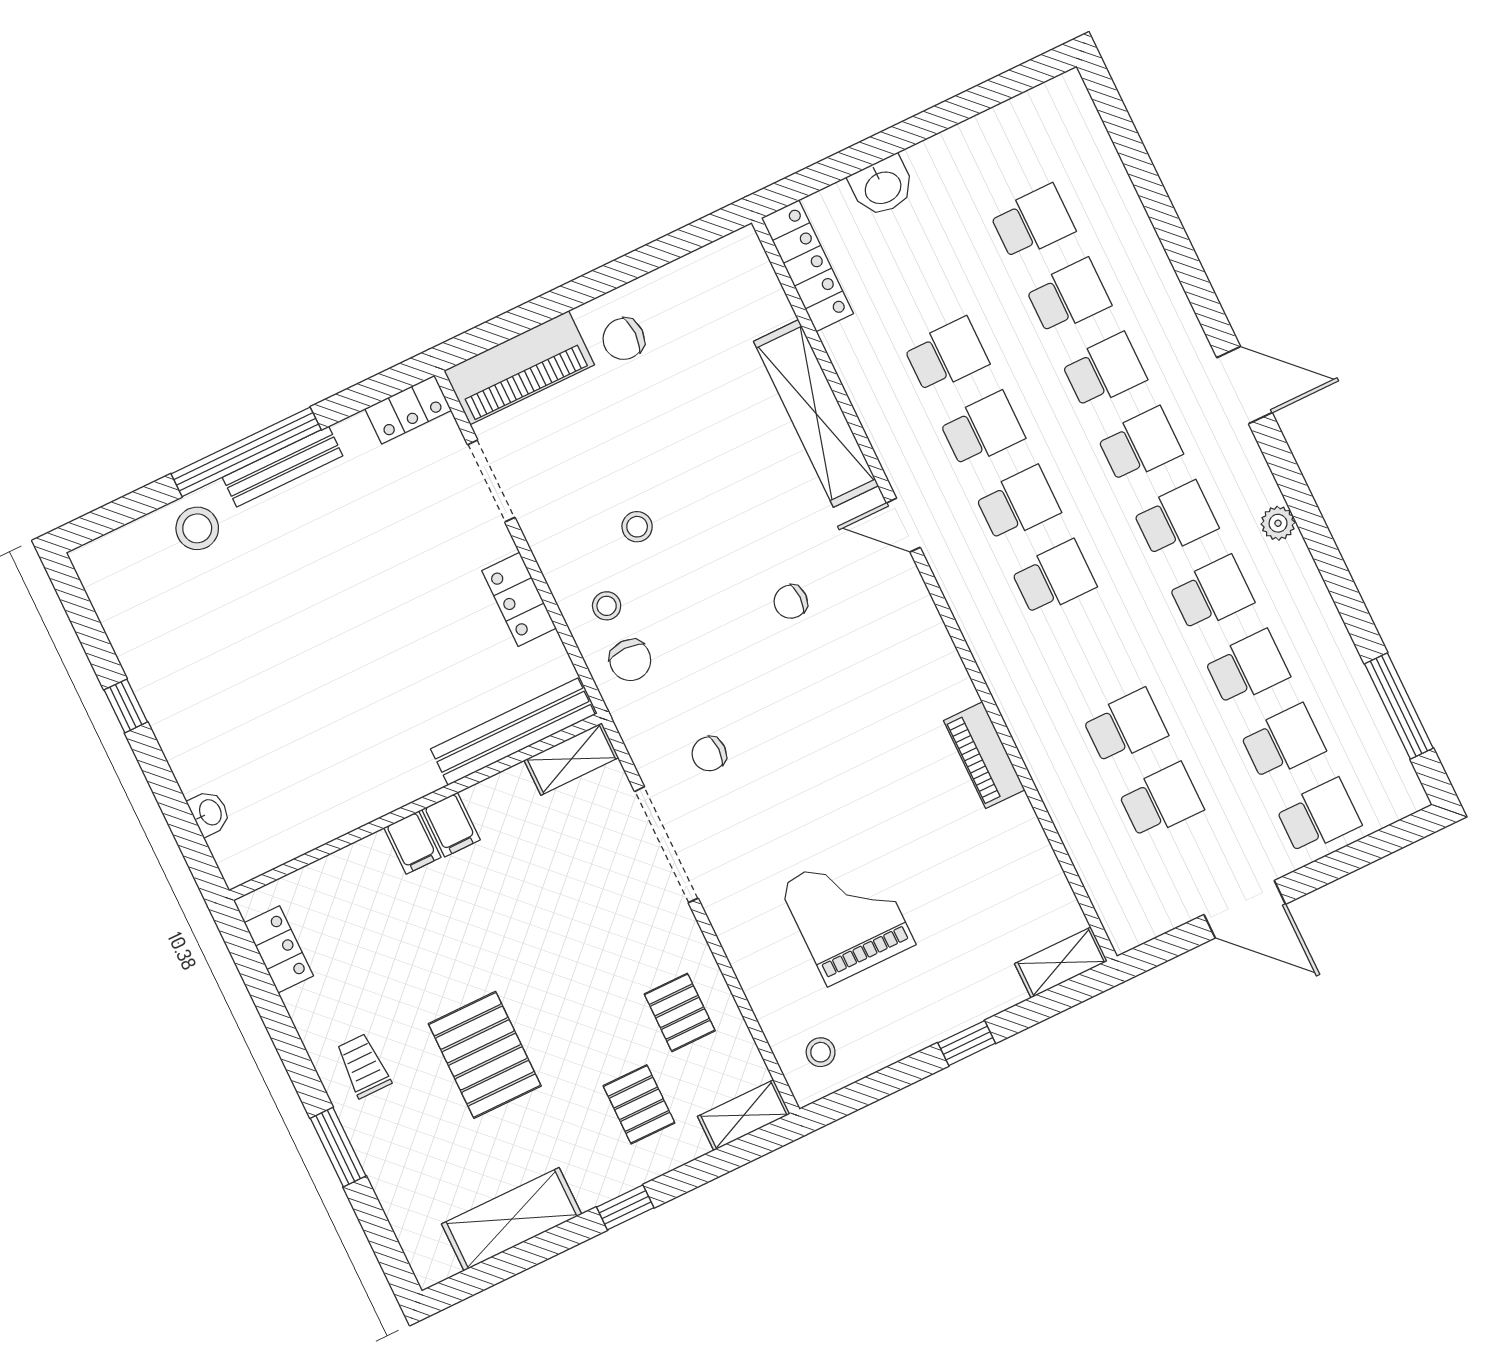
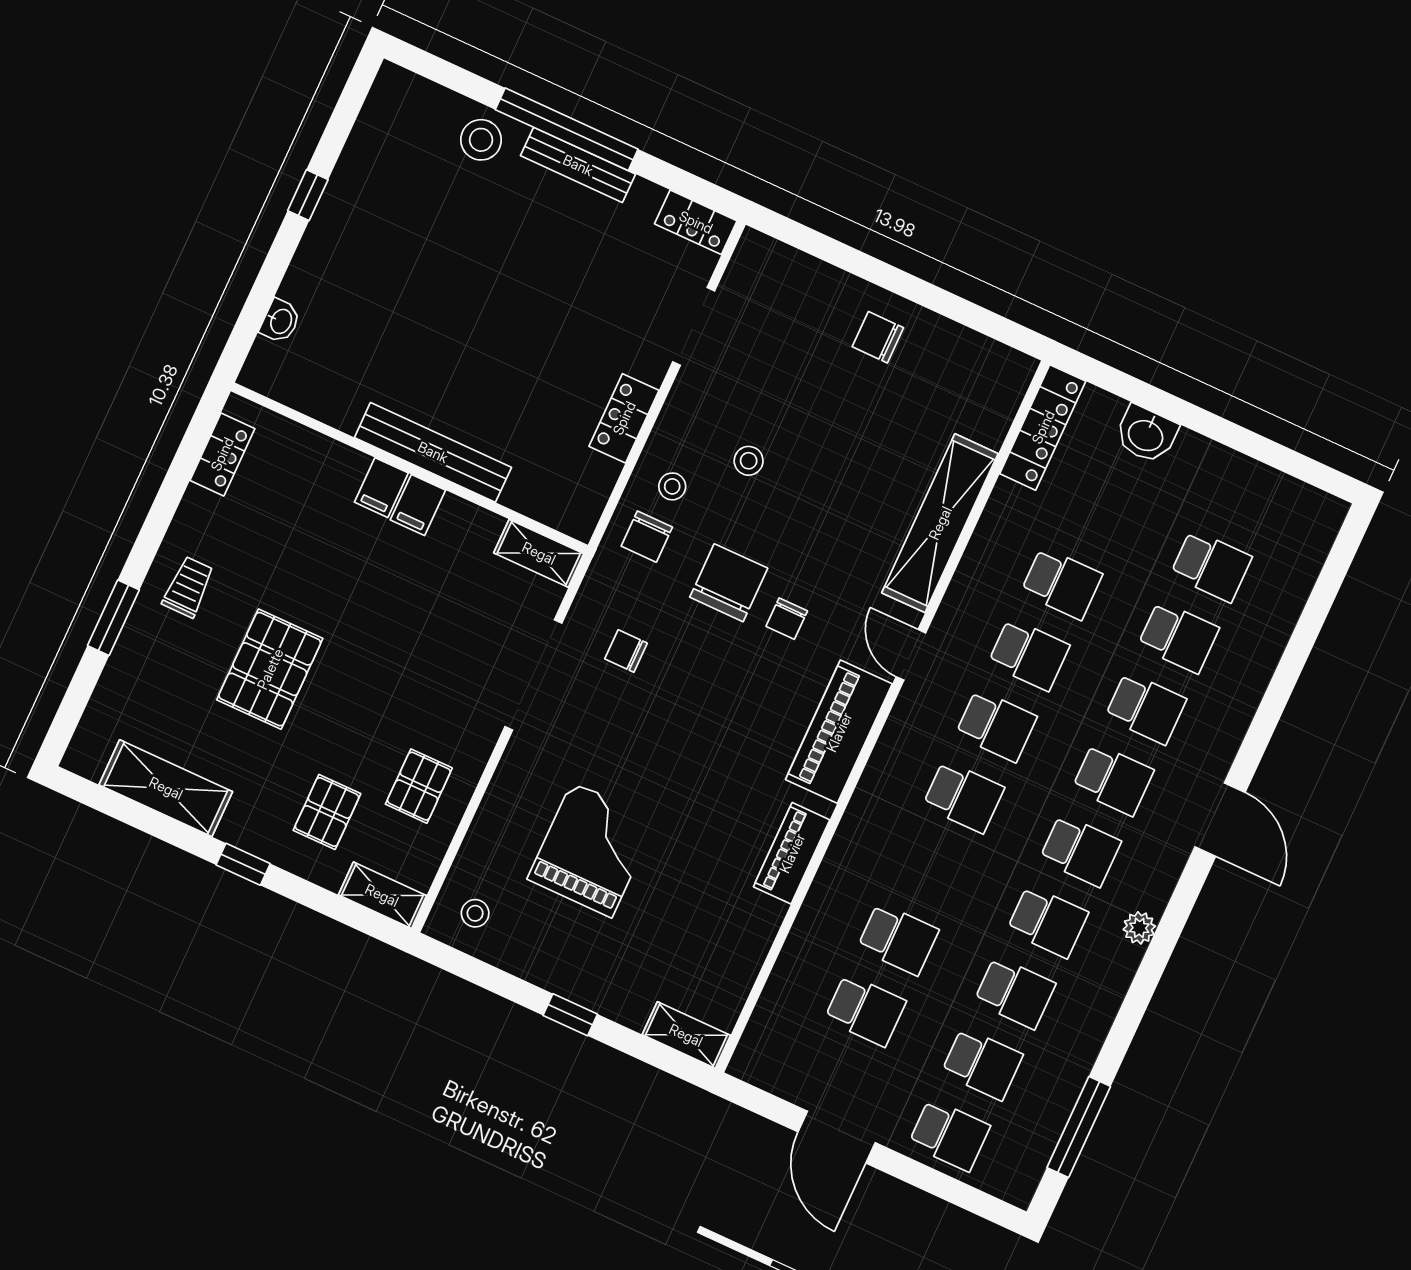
piano: (519, 368) -> (839, 732), moved, turned 90
chair: (791, 602) -> (787, 619), turned -90
chair: (723, 625) -> (729, 583), added
bench: (513, 732) -> (433, 452), moved

